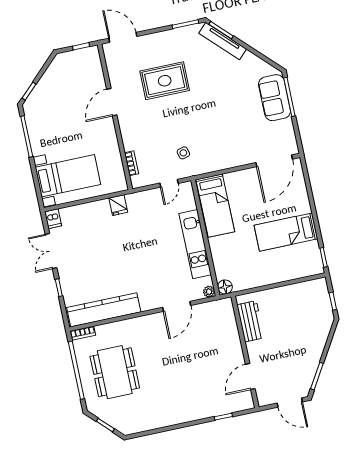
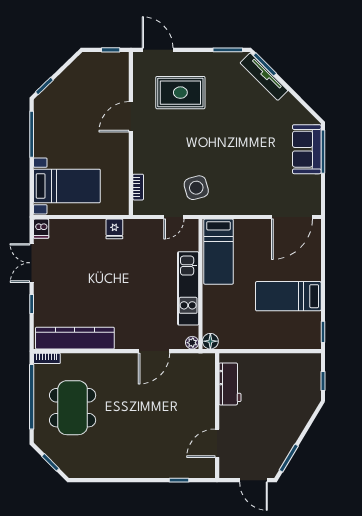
rug: (165, 81) -> (180, 93), moved
side table: (183, 153) -> (196, 188), width x1.87, depth x1.87

